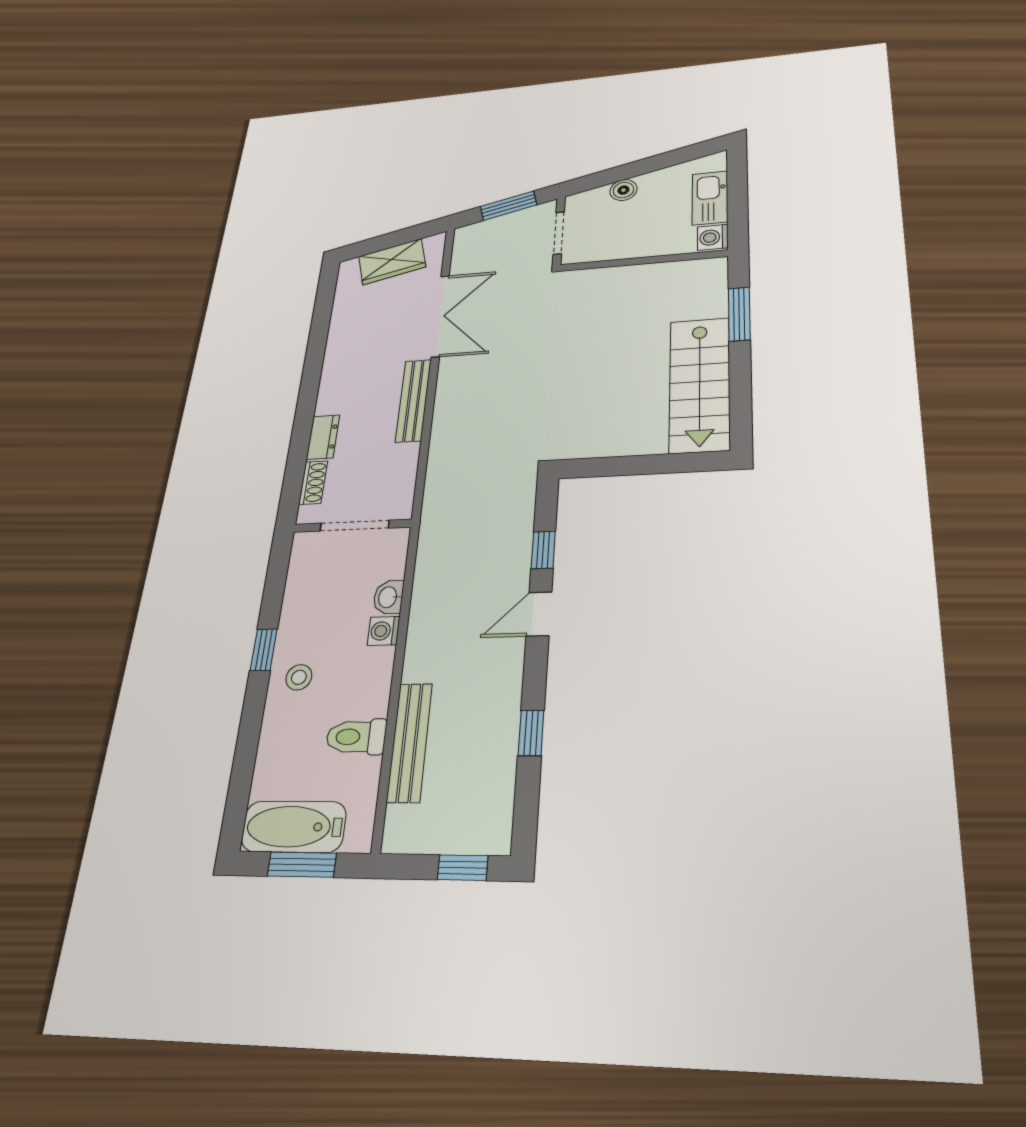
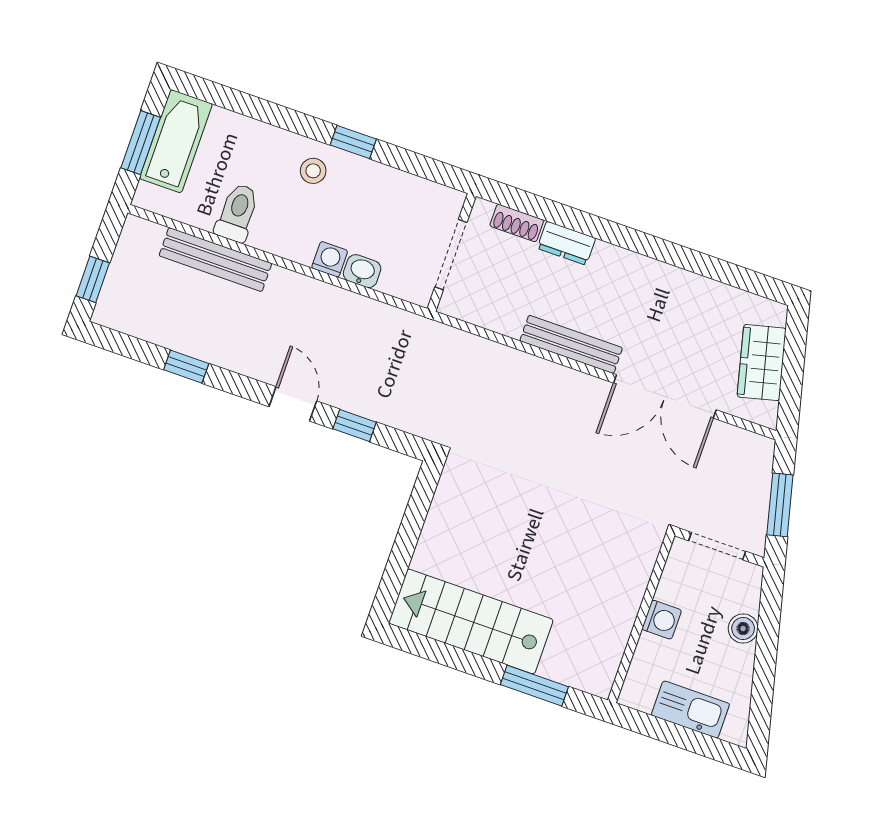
washing machine: (713, 237) -> (662, 620), moved, turned 90

